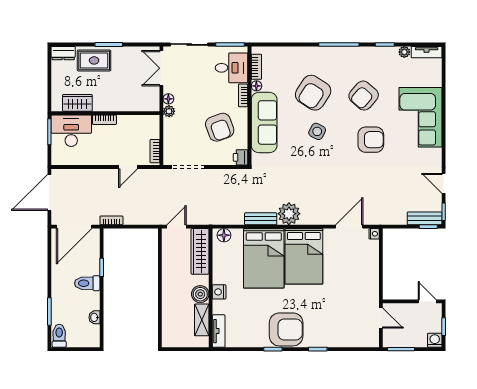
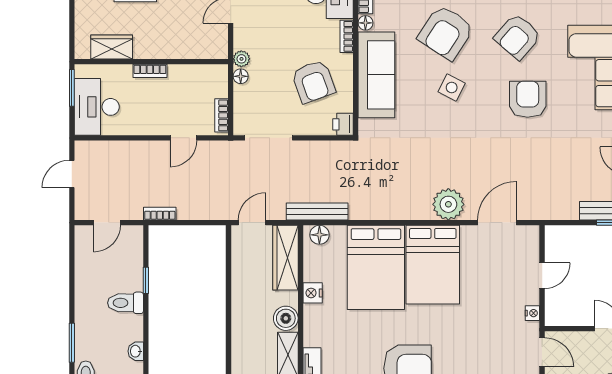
floor lamp: (168, 99) -> (241, 76), moved
desk: (71, 131) -> (97, 107), moved, turned -90
armchair: (371, 140) -> (528, 99), turned -90
door: (49, 192) -> (72, 174), width x0.53
plant: (289, 214) -> (448, 204), moved
bench: (261, 219) -> (317, 211), moved, width x1.36
door: (74, 227) -> (107, 223), width x0.53
nightstand: (374, 234) -> (532, 313), moved
door: (381, 264) -> (542, 276), added
nightstand: (219, 292) -> (313, 293), moved

